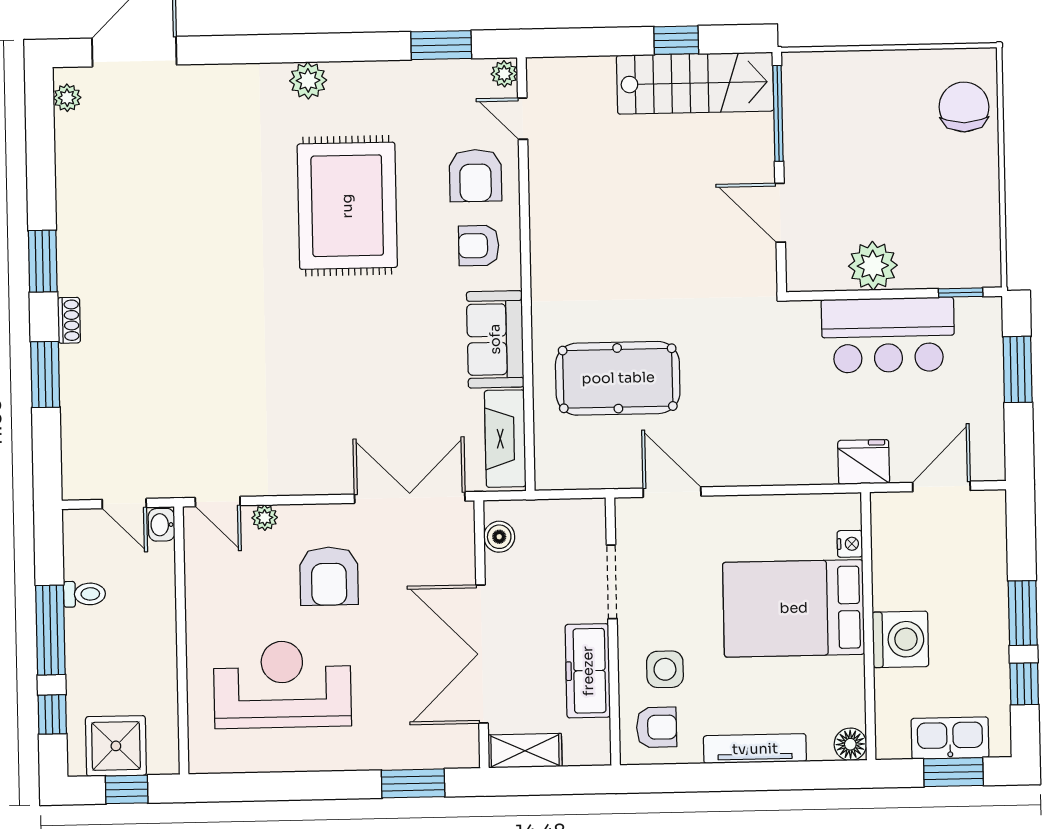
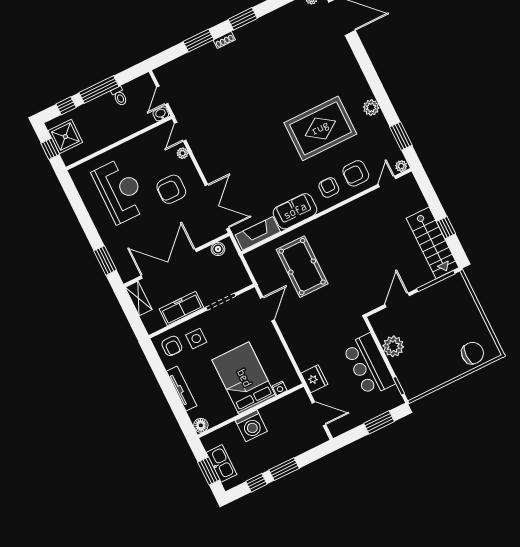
plant: (308, 80) -> (371, 108), moved

